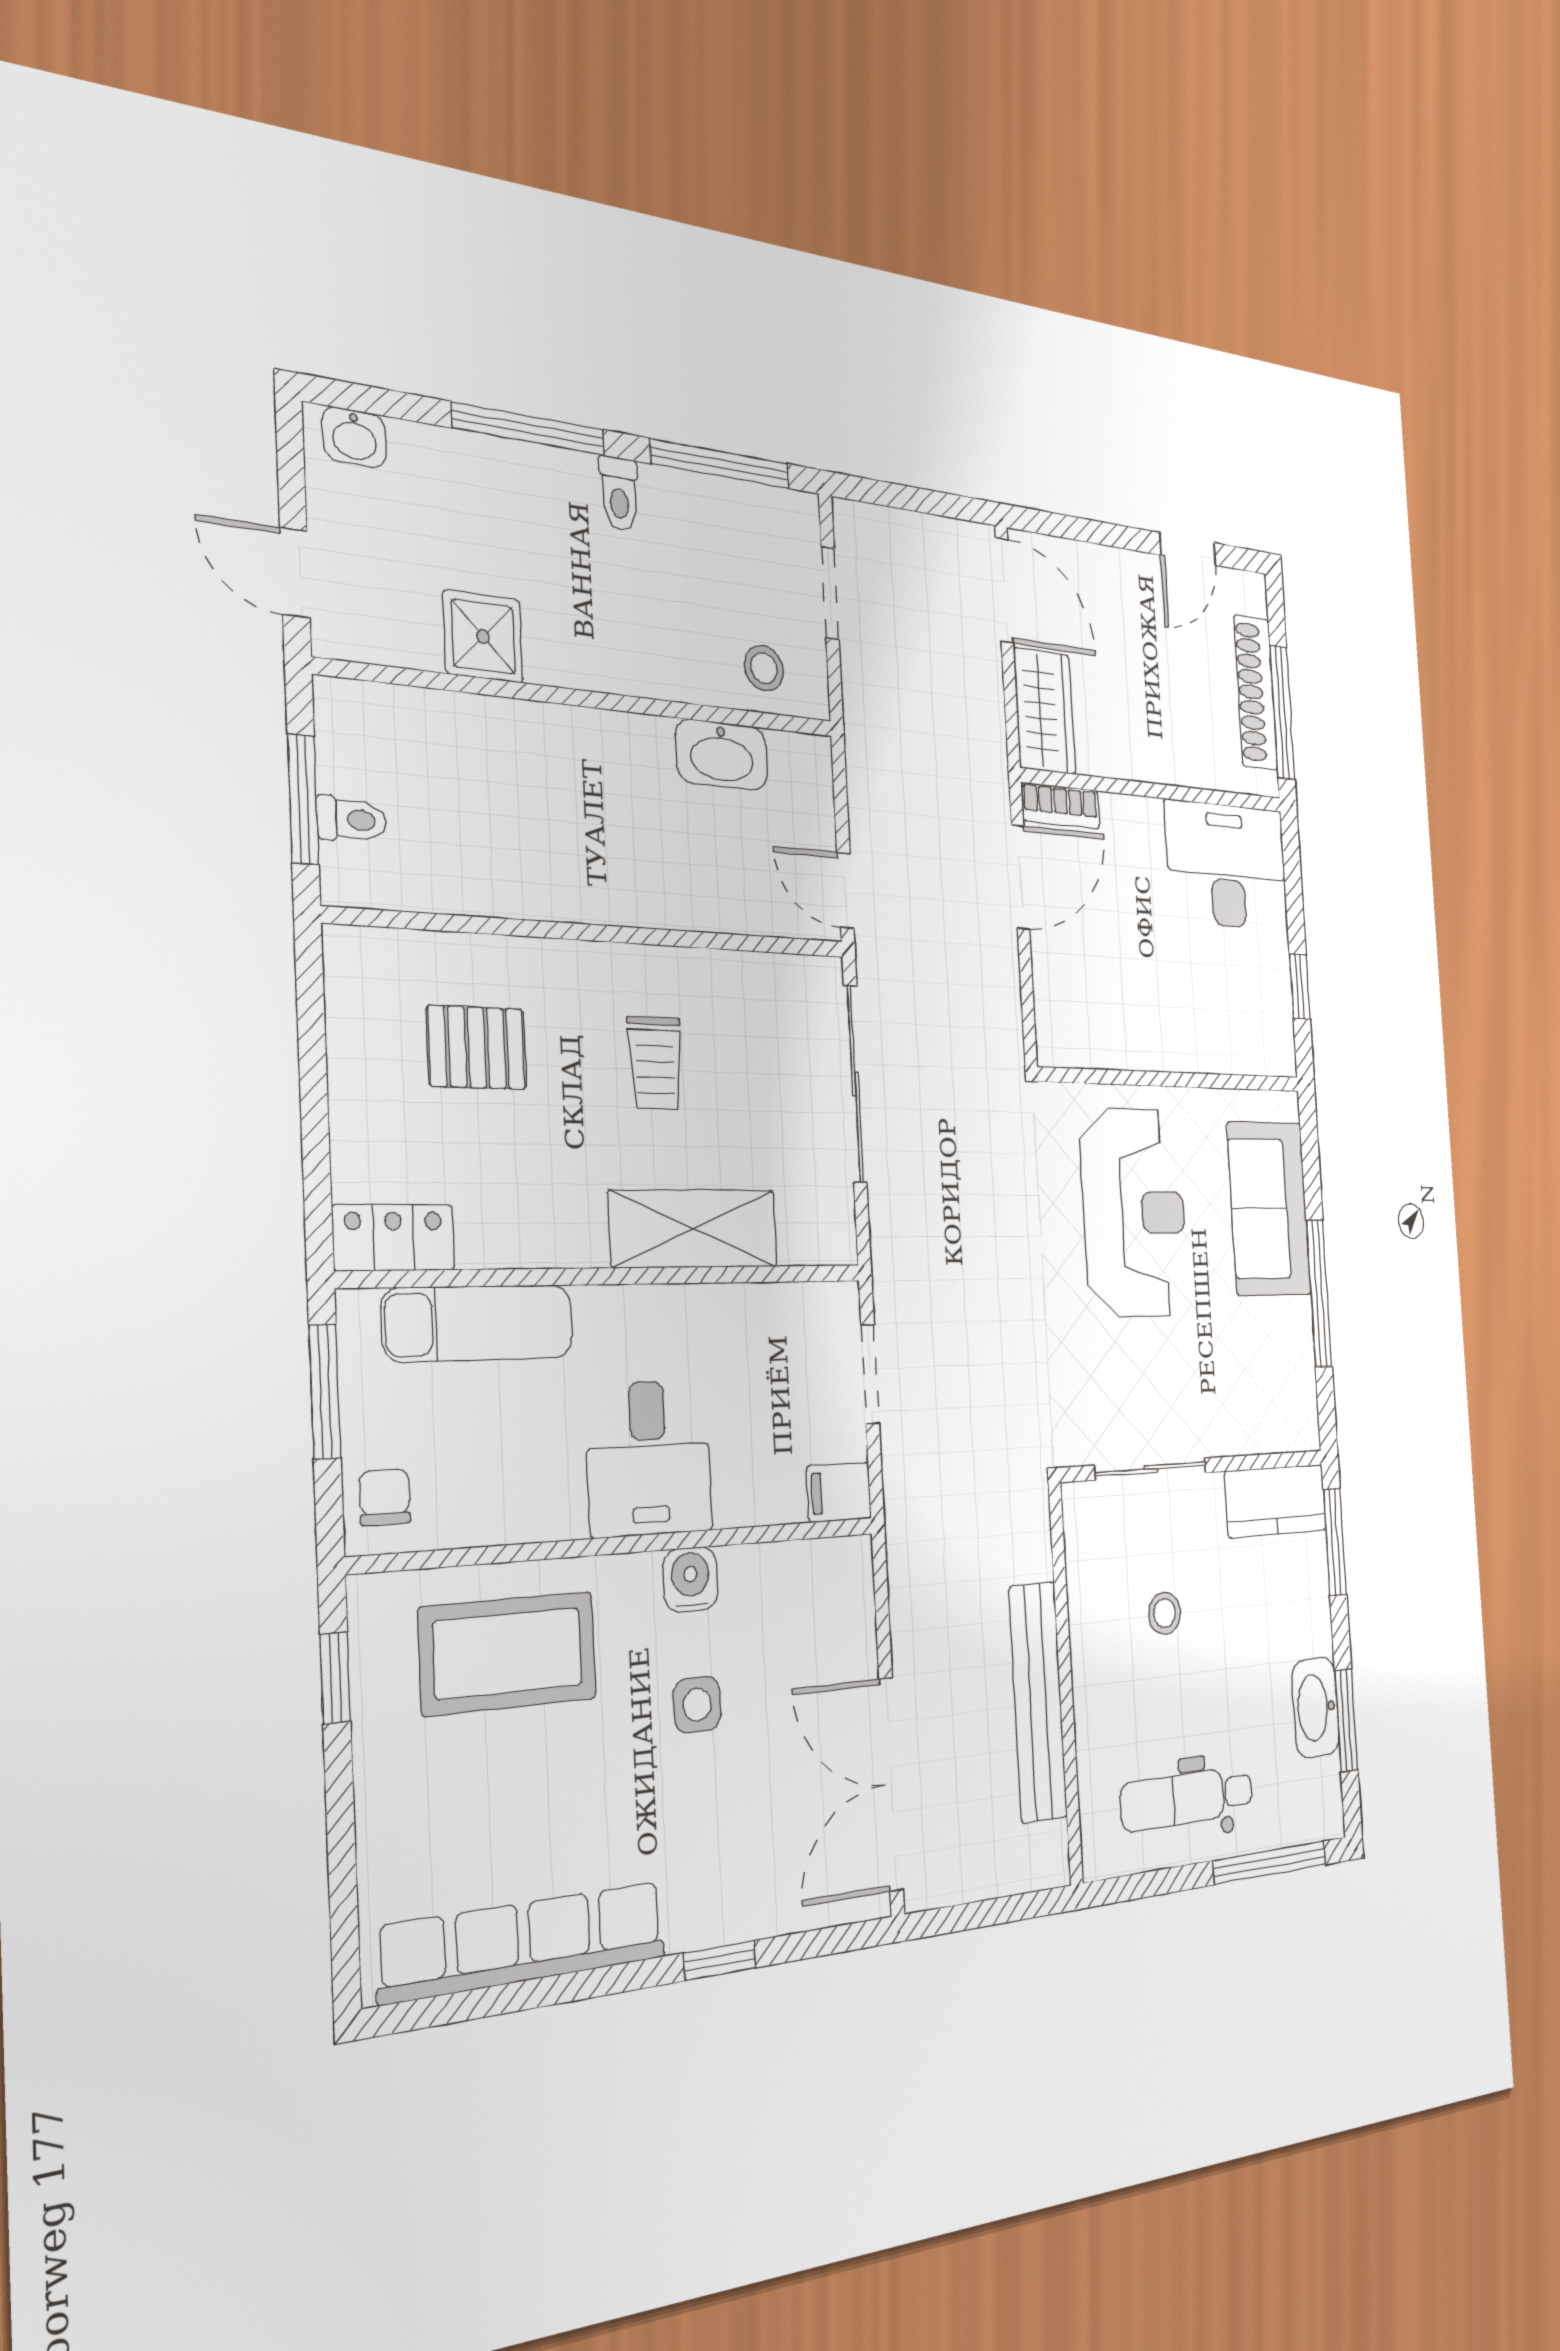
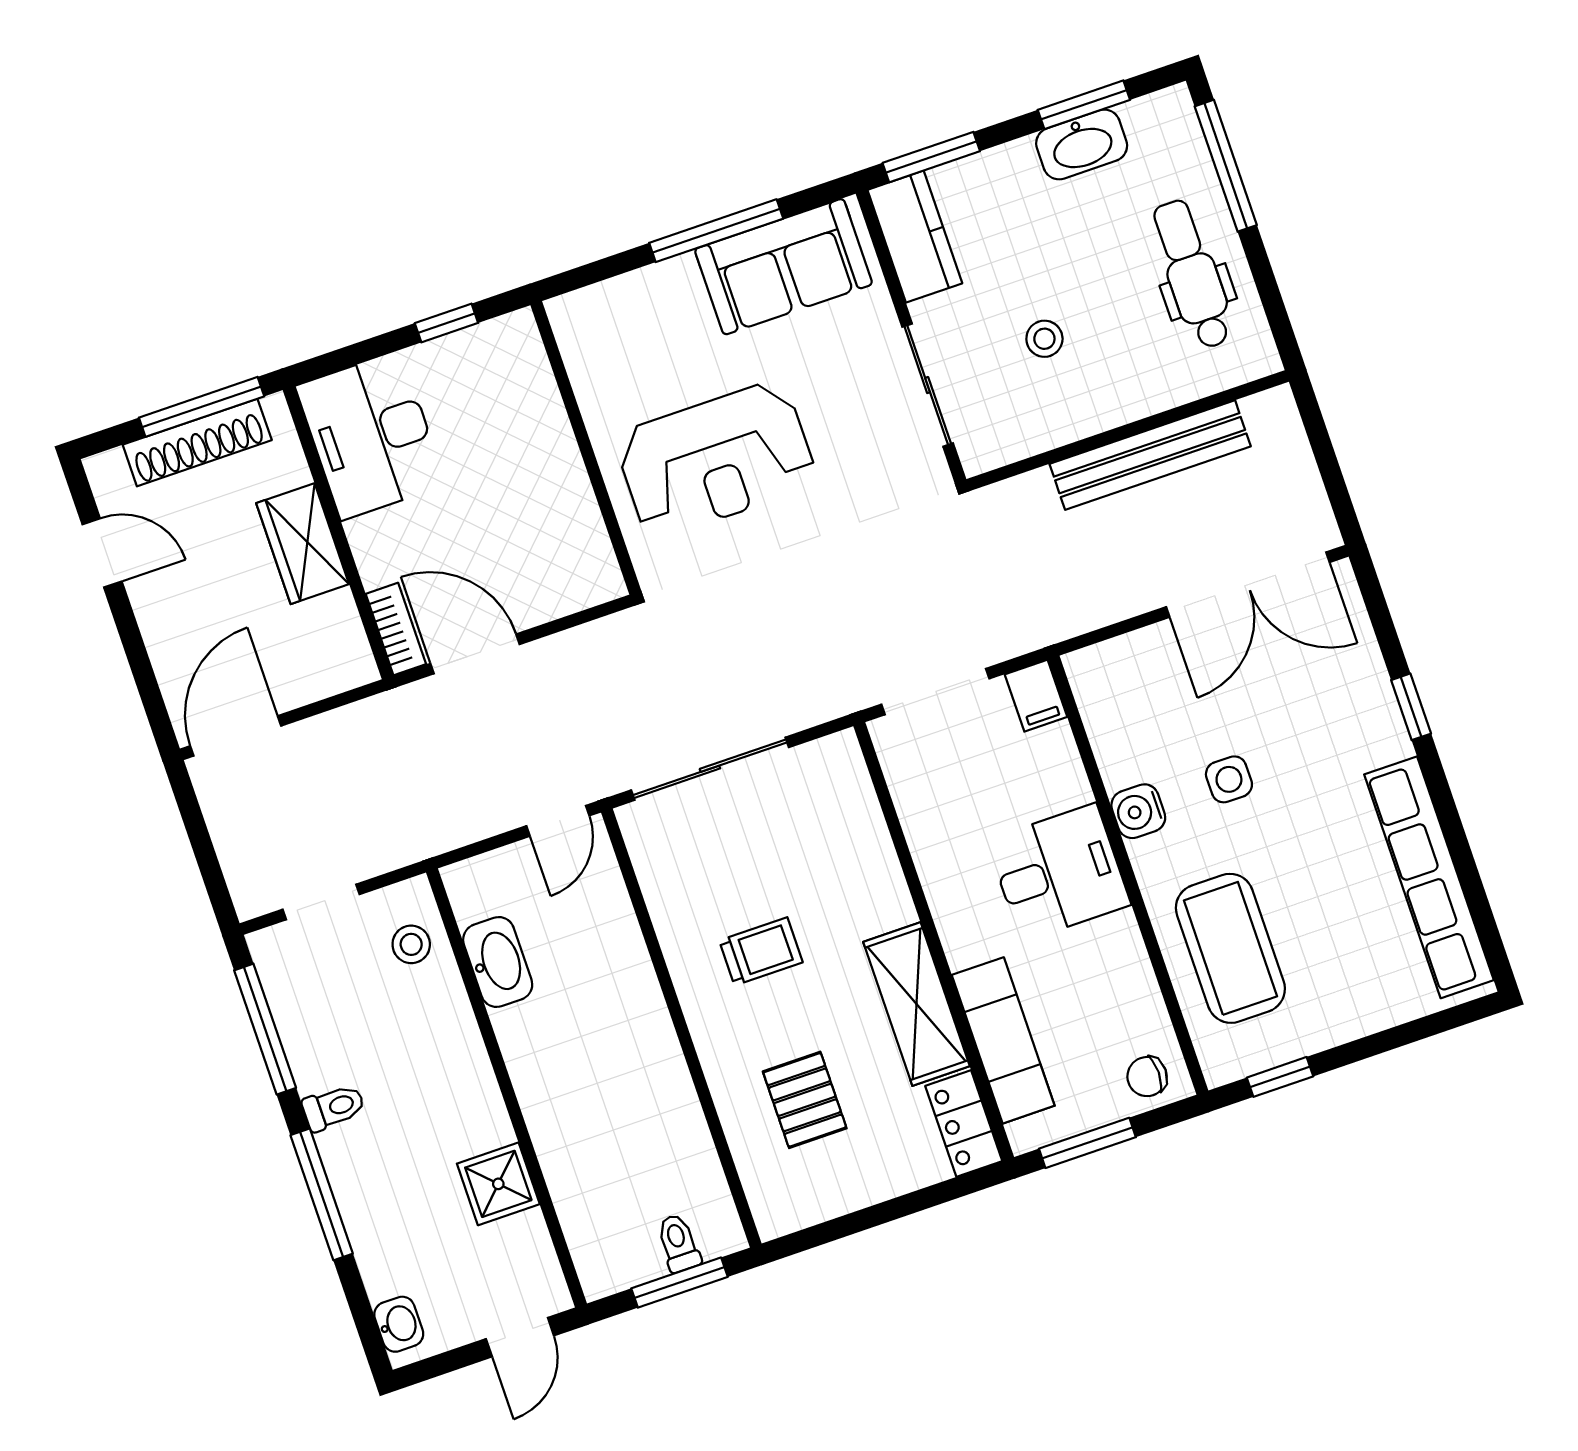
wardrobe: (1045, 711) -> (303, 544), moved, turned -90
sofa: (1269, 1209) -> (784, 267), moved
reception desk: (1134, 1212) -> (716, 460), turned 180
shelving: (694, 1229) -> (916, 1004), moved
doorway: (870, 1374) -> (935, 692), width x1.38
dental chair: (1187, 1798) -> (1192, 274), turned 180

